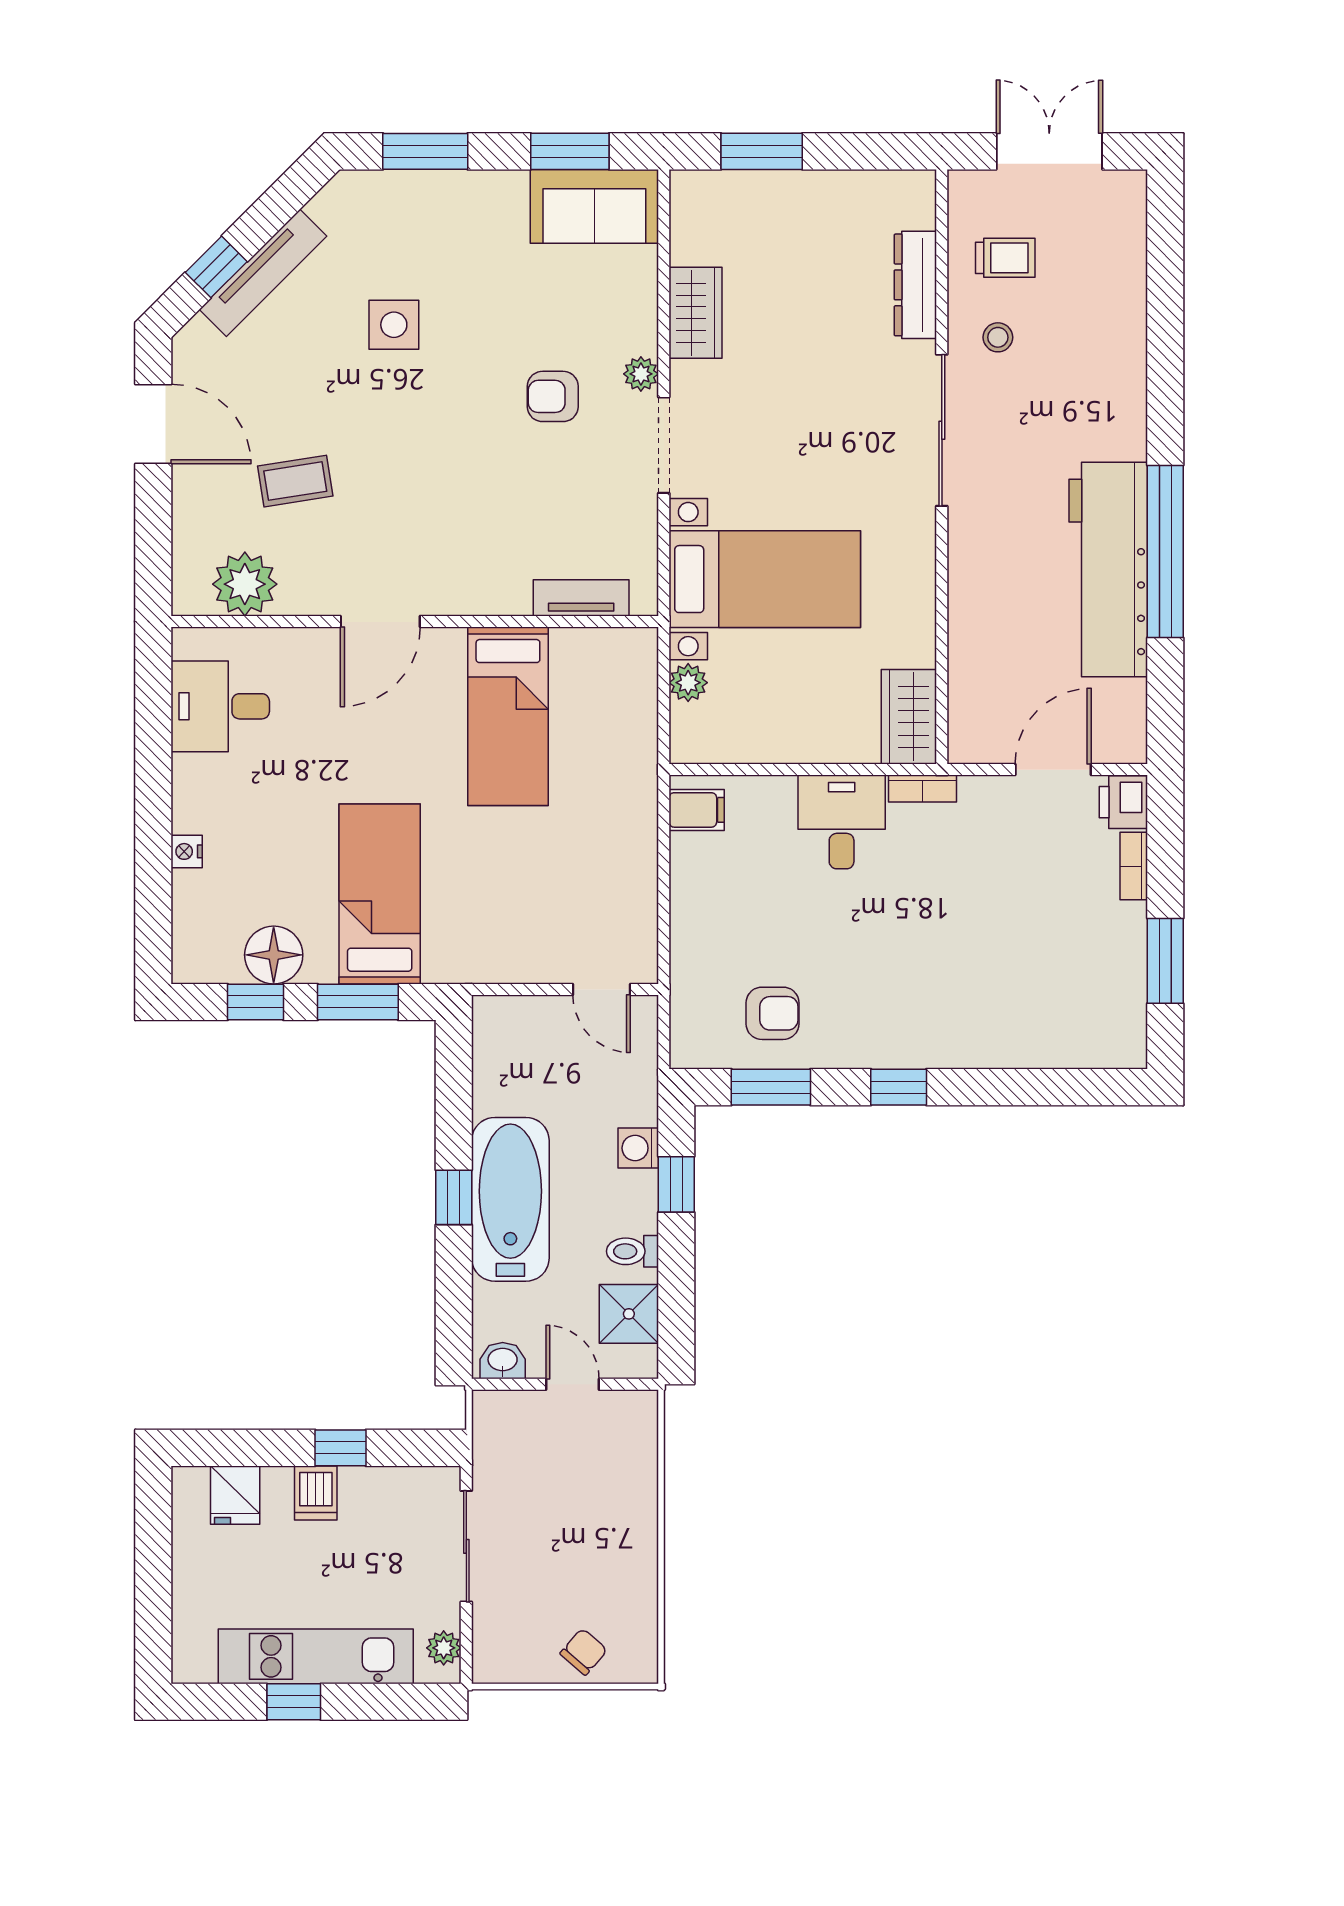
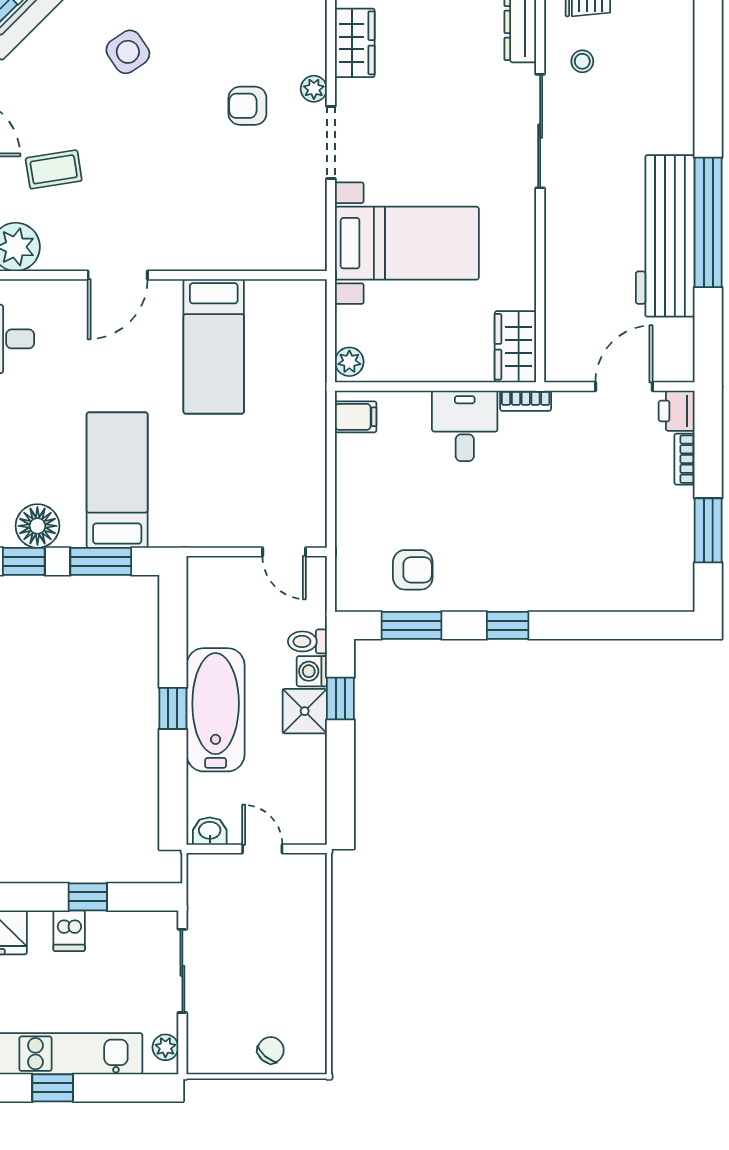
side table: (394, 325) -> (128, 52), turned -34
tv unit: (581, 598) -> (269, 257), removed
plant: (688, 683) -> (349, 362), moved
toilet: (632, 1251) -> (307, 641), moved
shower: (629, 1314) -> (305, 711), moved

